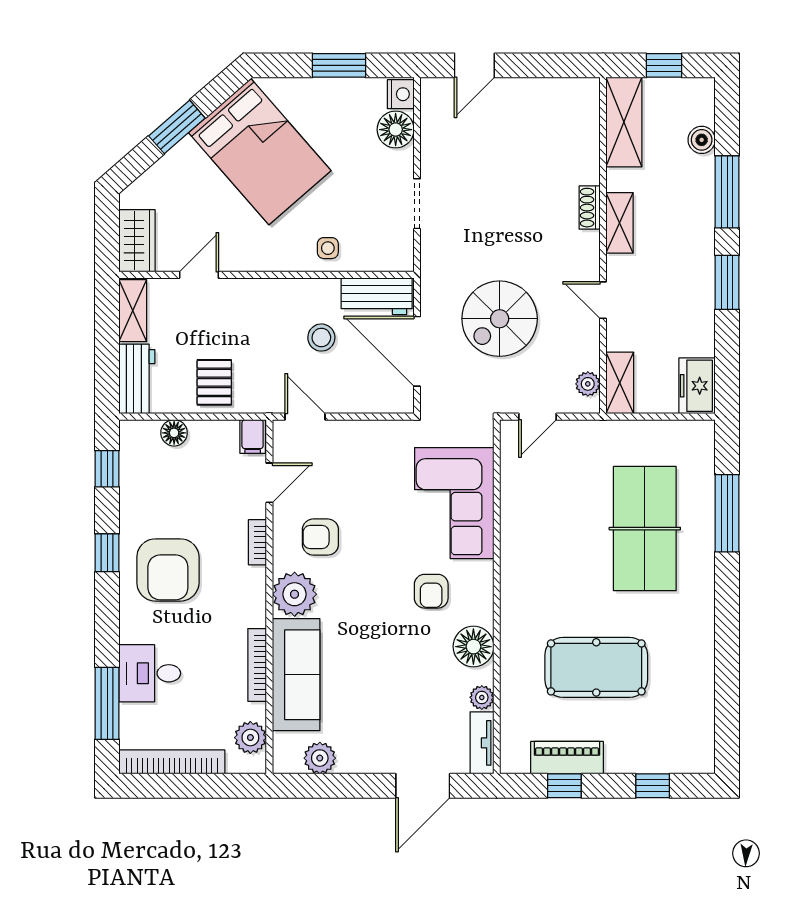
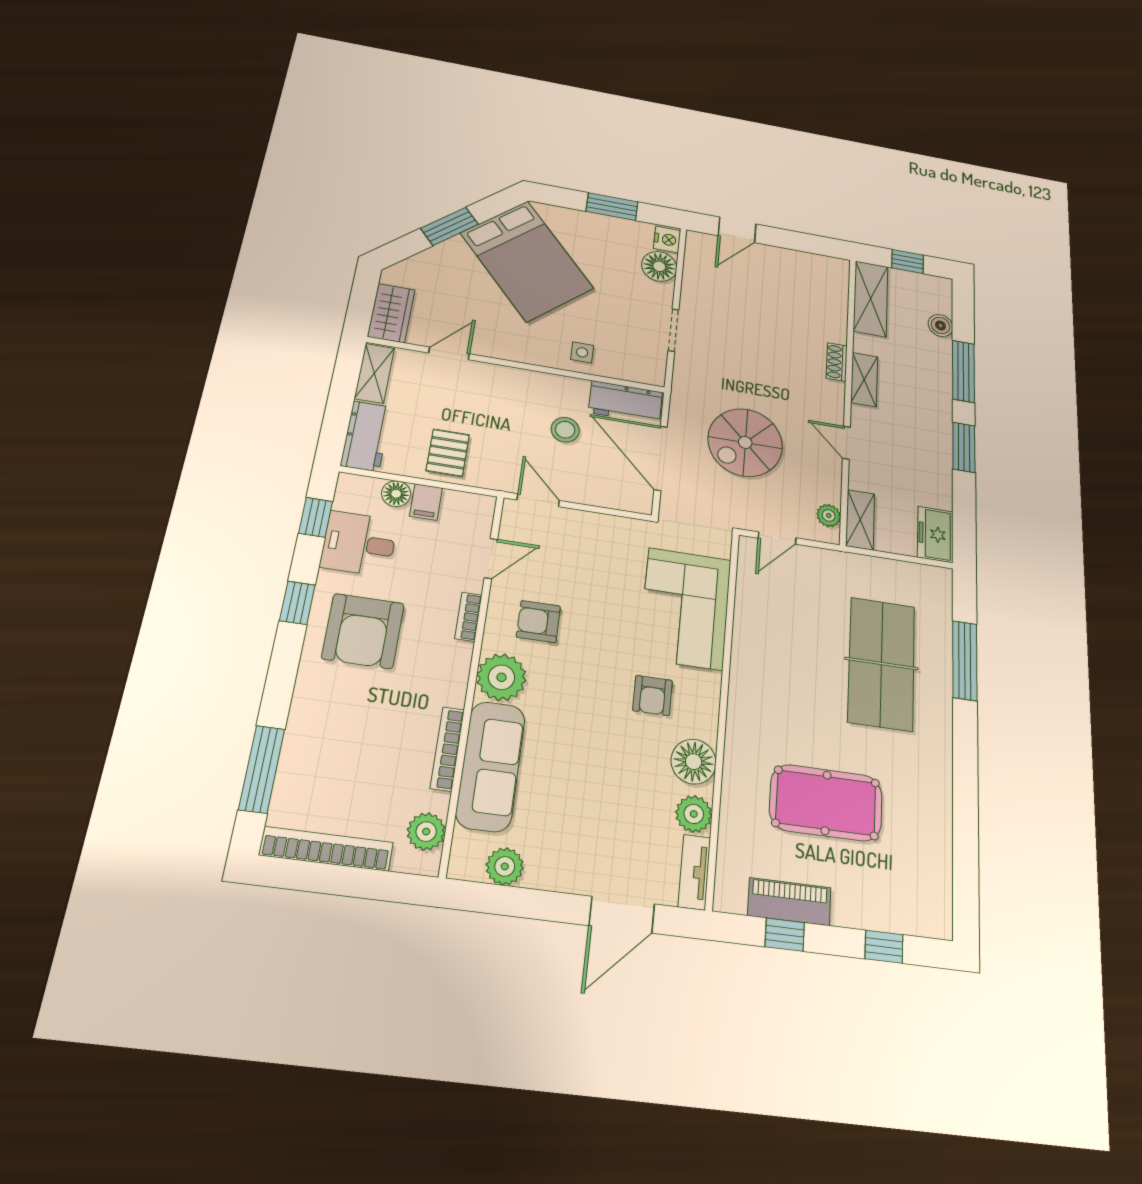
filing cabinet: (253, 437) -> (426, 502), moved
desk: (150, 673) -> (359, 544), moved
plant: (482, 697) -> (694, 814), width x1.38, depth x1.38

